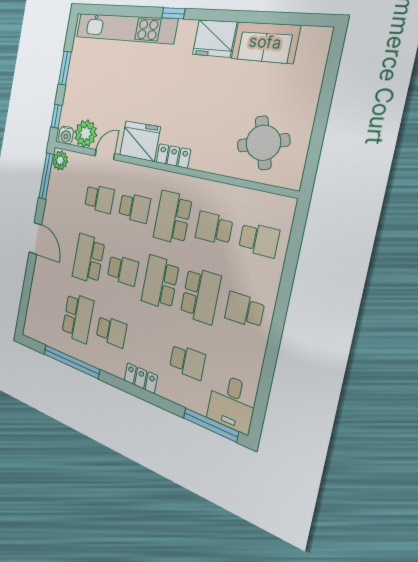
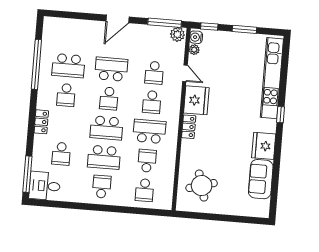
plant: (86, 133) -> (194, 50), width x0.53, depth x0.53
school desk: (160, 282) -> (106, 128), turned 180

